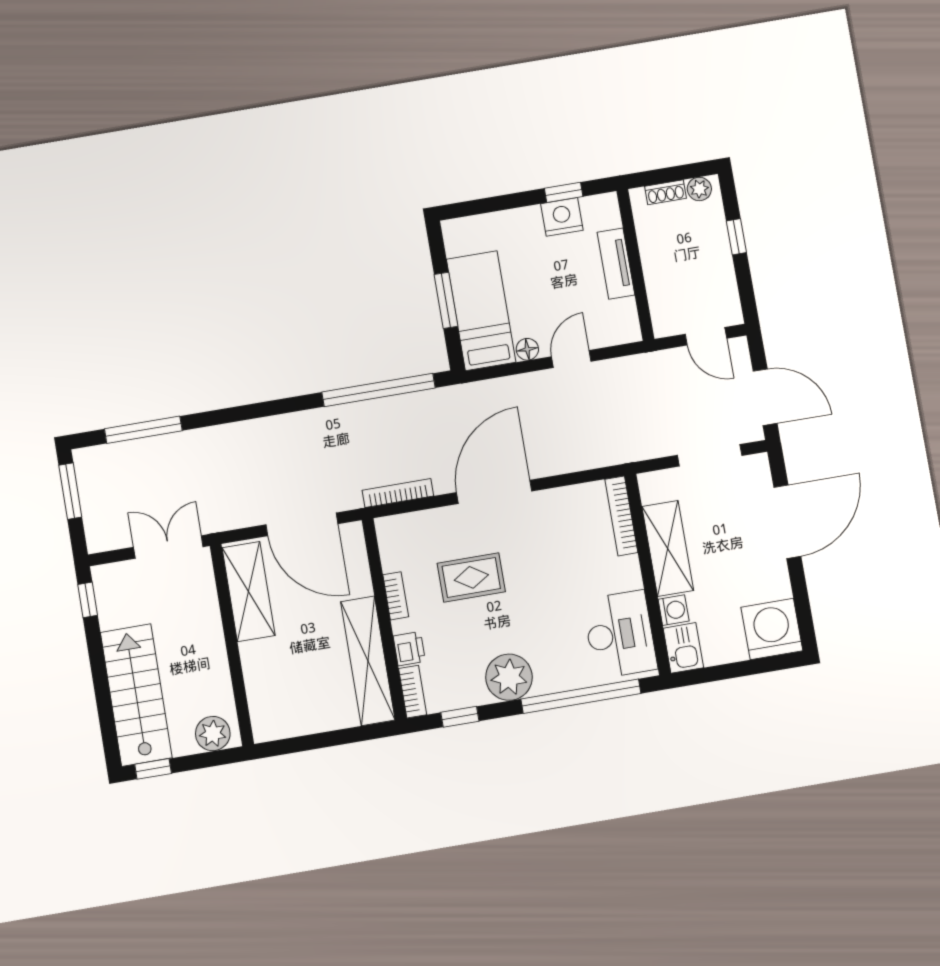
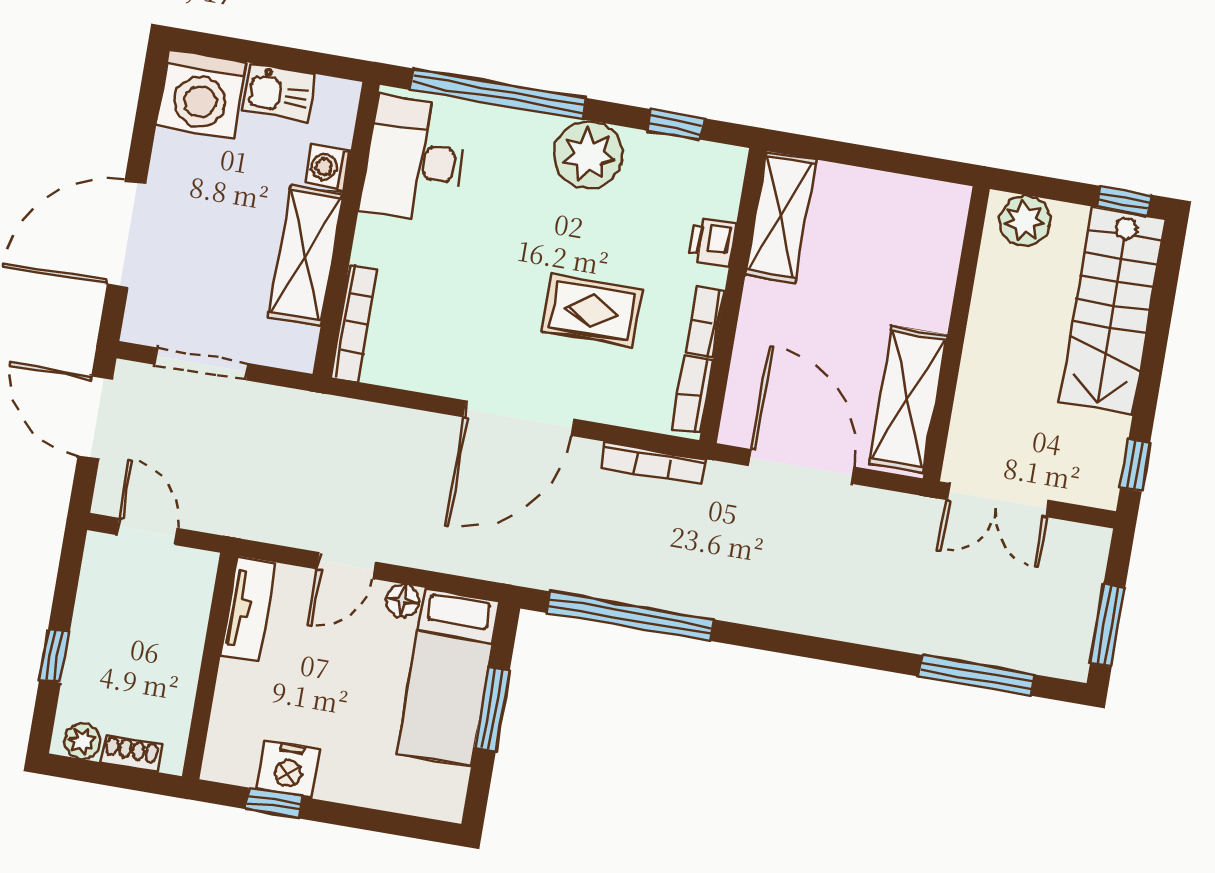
tv unit: (616, 264) -> (248, 609), moved
kitchen sink: (683, 648) -> (279, 92), moved, turned -90
shelving: (368, 661) -> (781, 217), width x0.68
bookcase: (413, 692) -> (692, 394), moved

